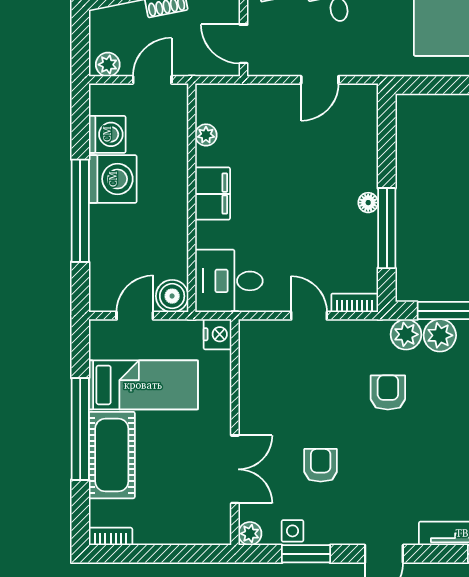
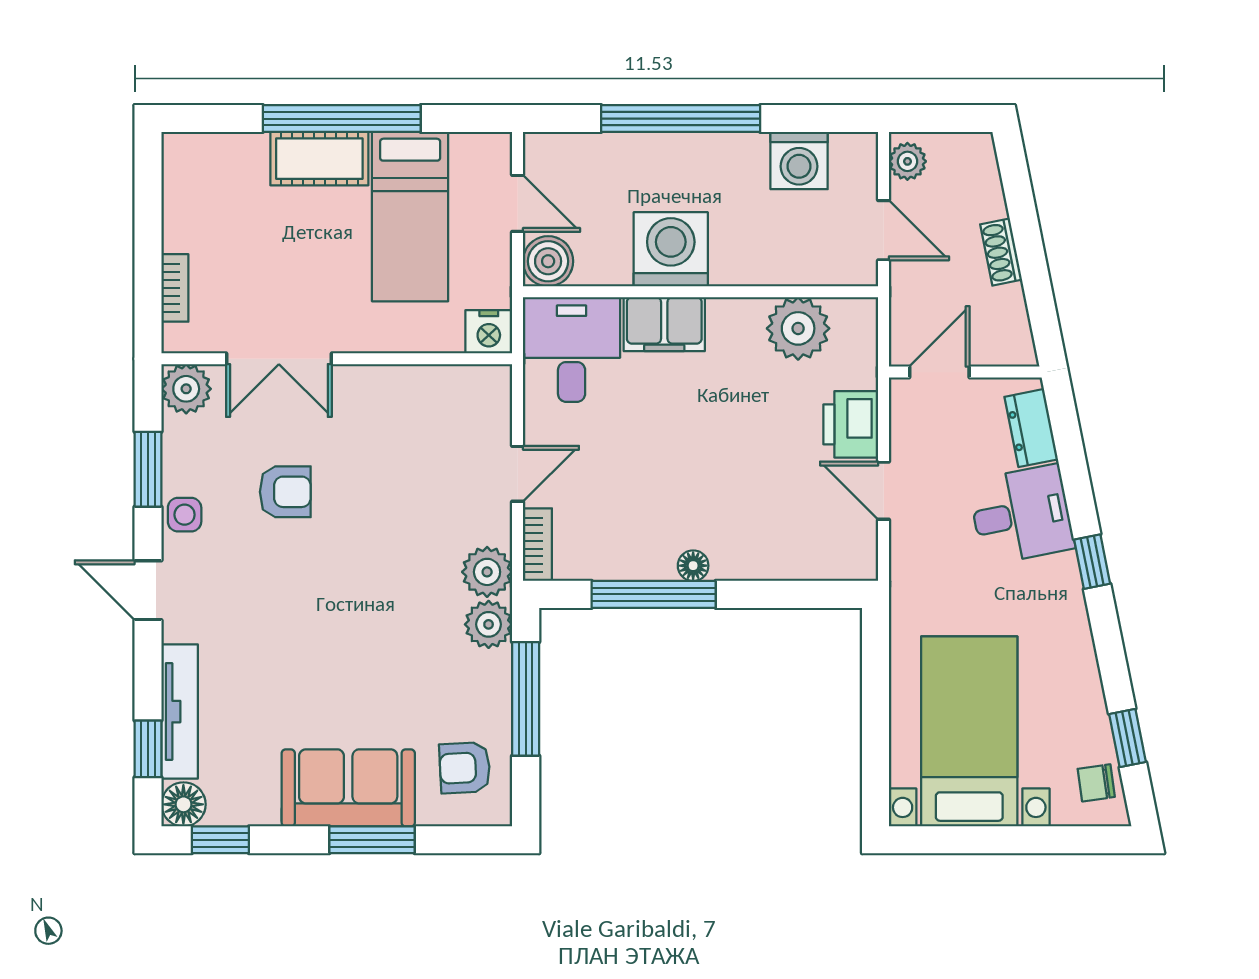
printer: (277, 101) -> (851, 424), added
plant: (206, 135) -> (798, 328), width x1.87, depth x1.87
washing machine: (113, 179) -> (671, 249), moved, turned 180
filing cabinet: (213, 194) -> (664, 324), moved
plant: (440, 335) -> (487, 572), moved
armchair: (388, 392) -> (398, 596), removed
cot: (112, 455) -> (319, 159), width x0.73, depth x0.75
side table: (292, 531) -> (185, 515), moved
plant: (250, 534) -> (186, 389), width x1.38, depth x1.38
bookcase: (111, 536) -> (175, 288), moved

